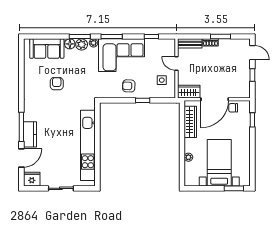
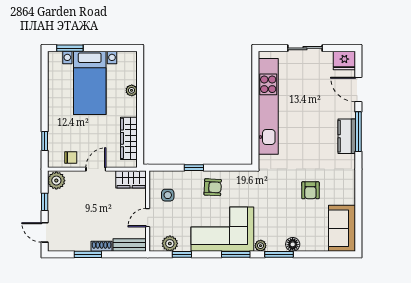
plant: (82, 44) -> (170, 244), moved
sofa: (47, 49) -> (342, 228), moved, turned -90
door: (177, 63) -> (148, 218), swing flipped
plant: (244, 91) -> (56, 181), added
door: (215, 99) -> (96, 169), width x0.53
kitchen counter: (30, 134) -> (347, 136), moved
door: (21, 158) -> (358, 89), hinge flipped

